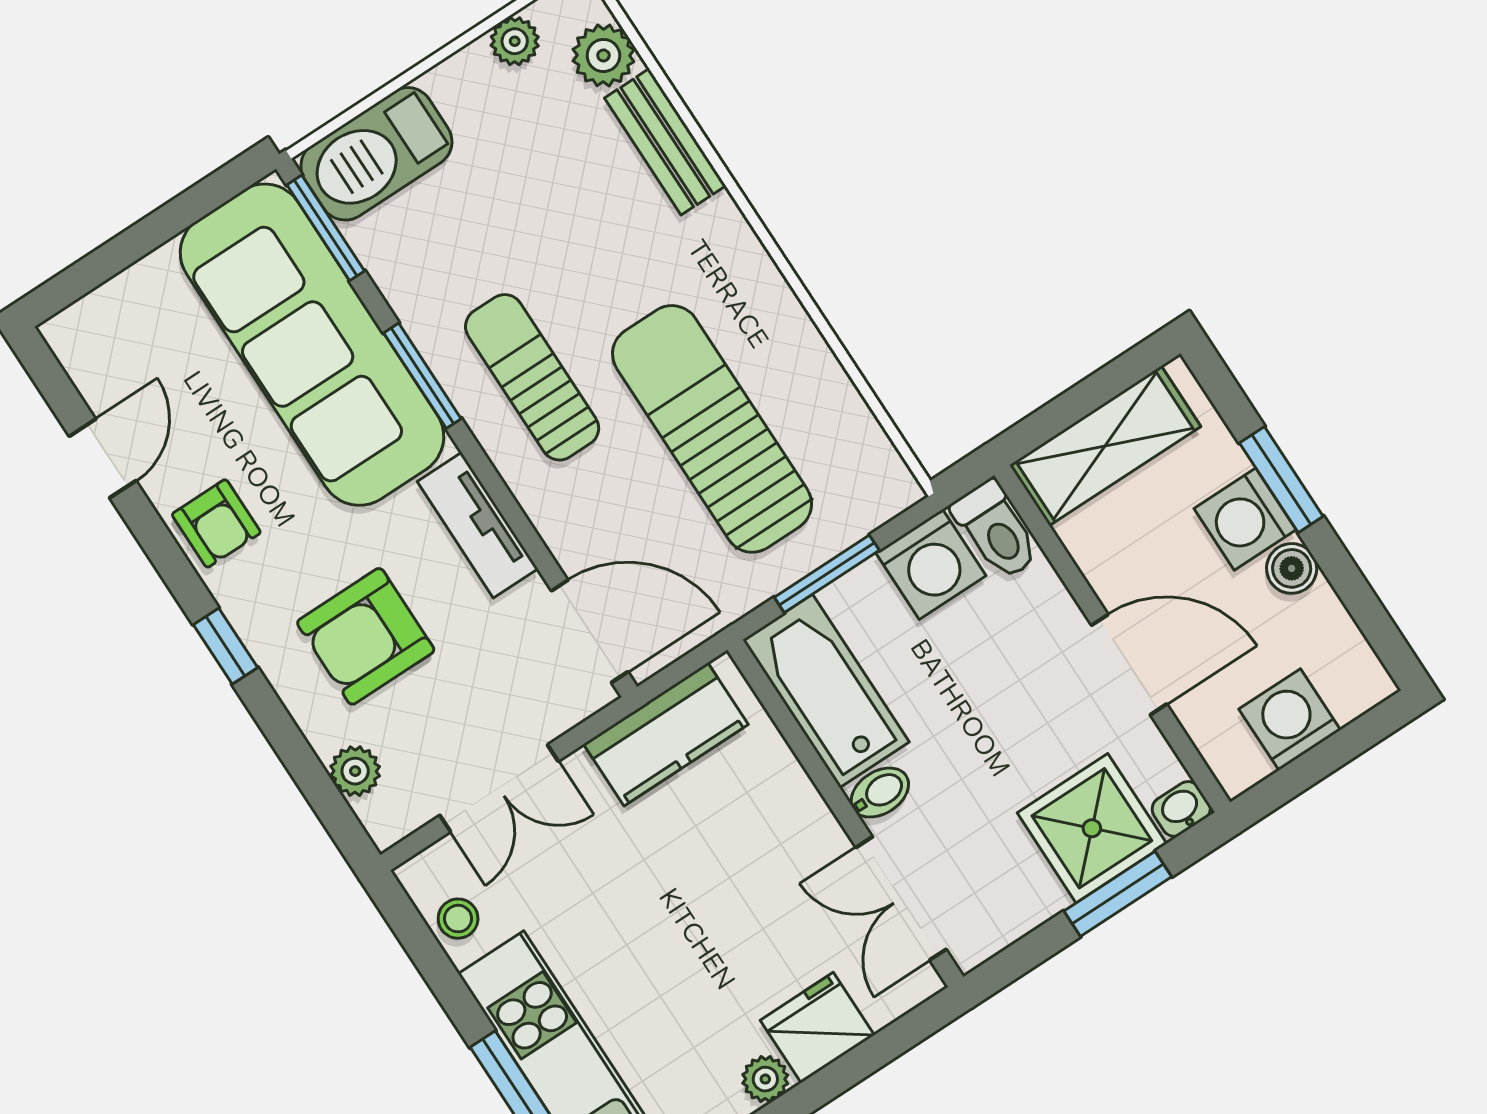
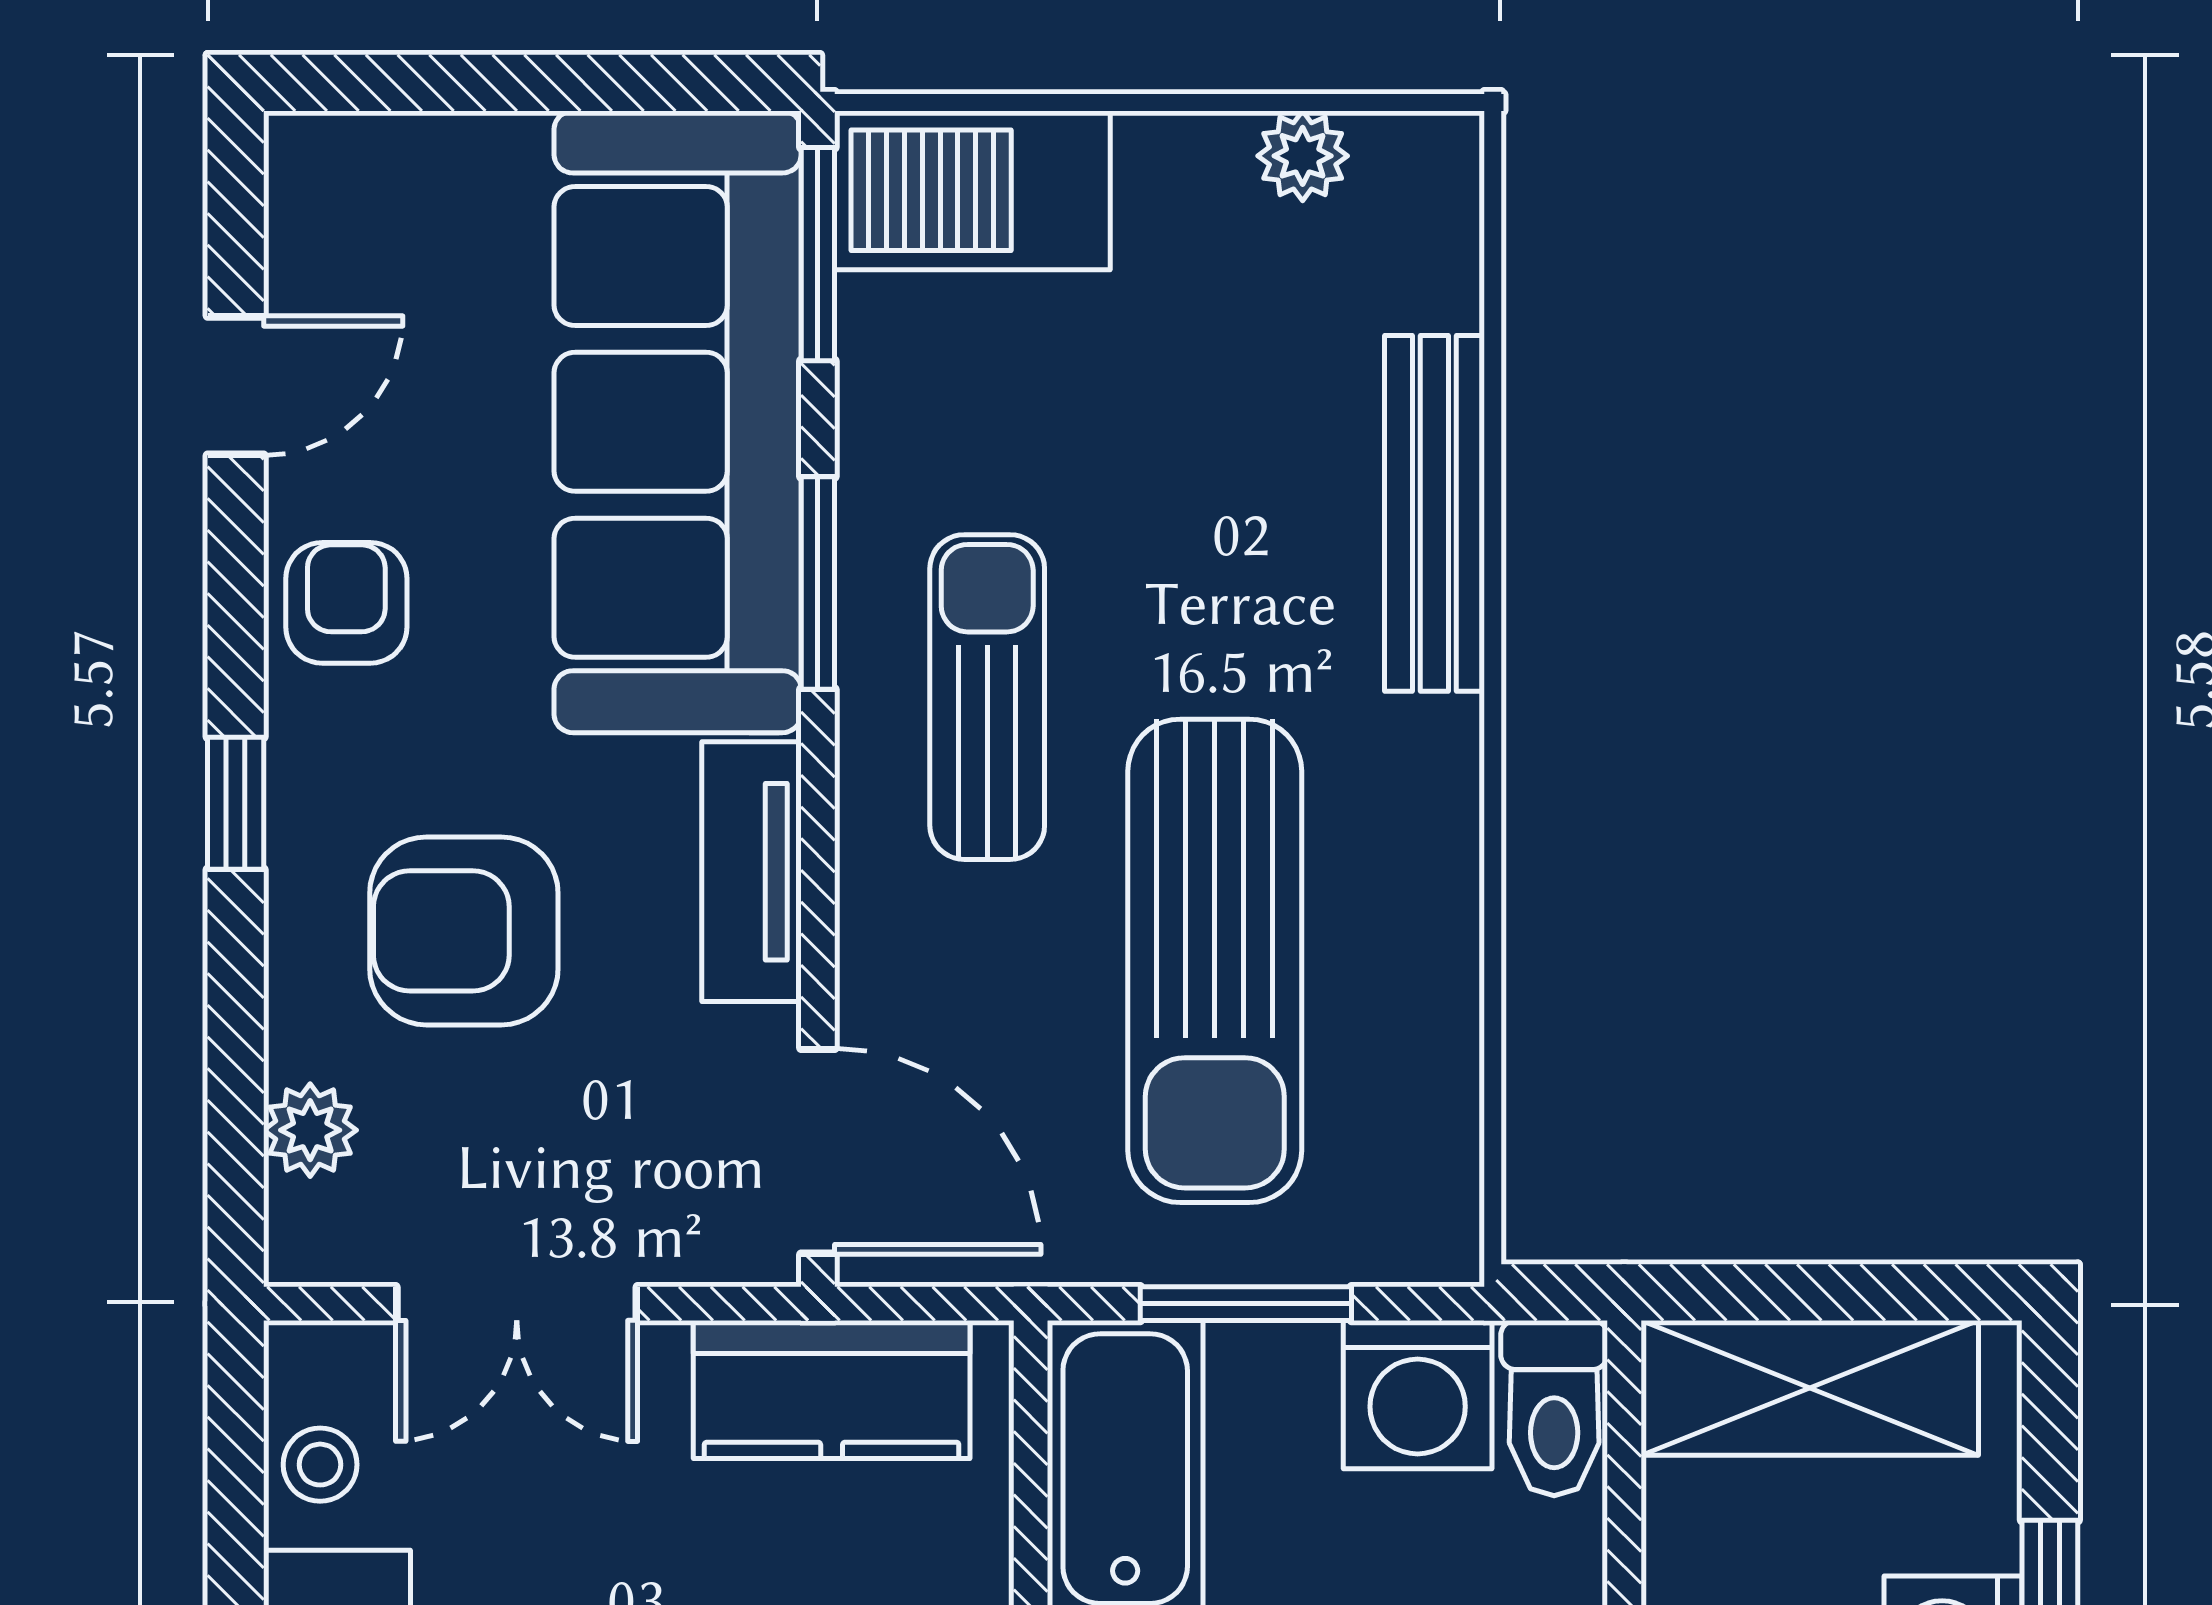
plant: (603, 55) -> (1426, 268), removed
bench: (665, 142) -> (1434, 513), width x1.36
sun lounger: (712, 429) -> (1215, 961), turned 180
armchair: (216, 523) -> (346, 603), turned 180

